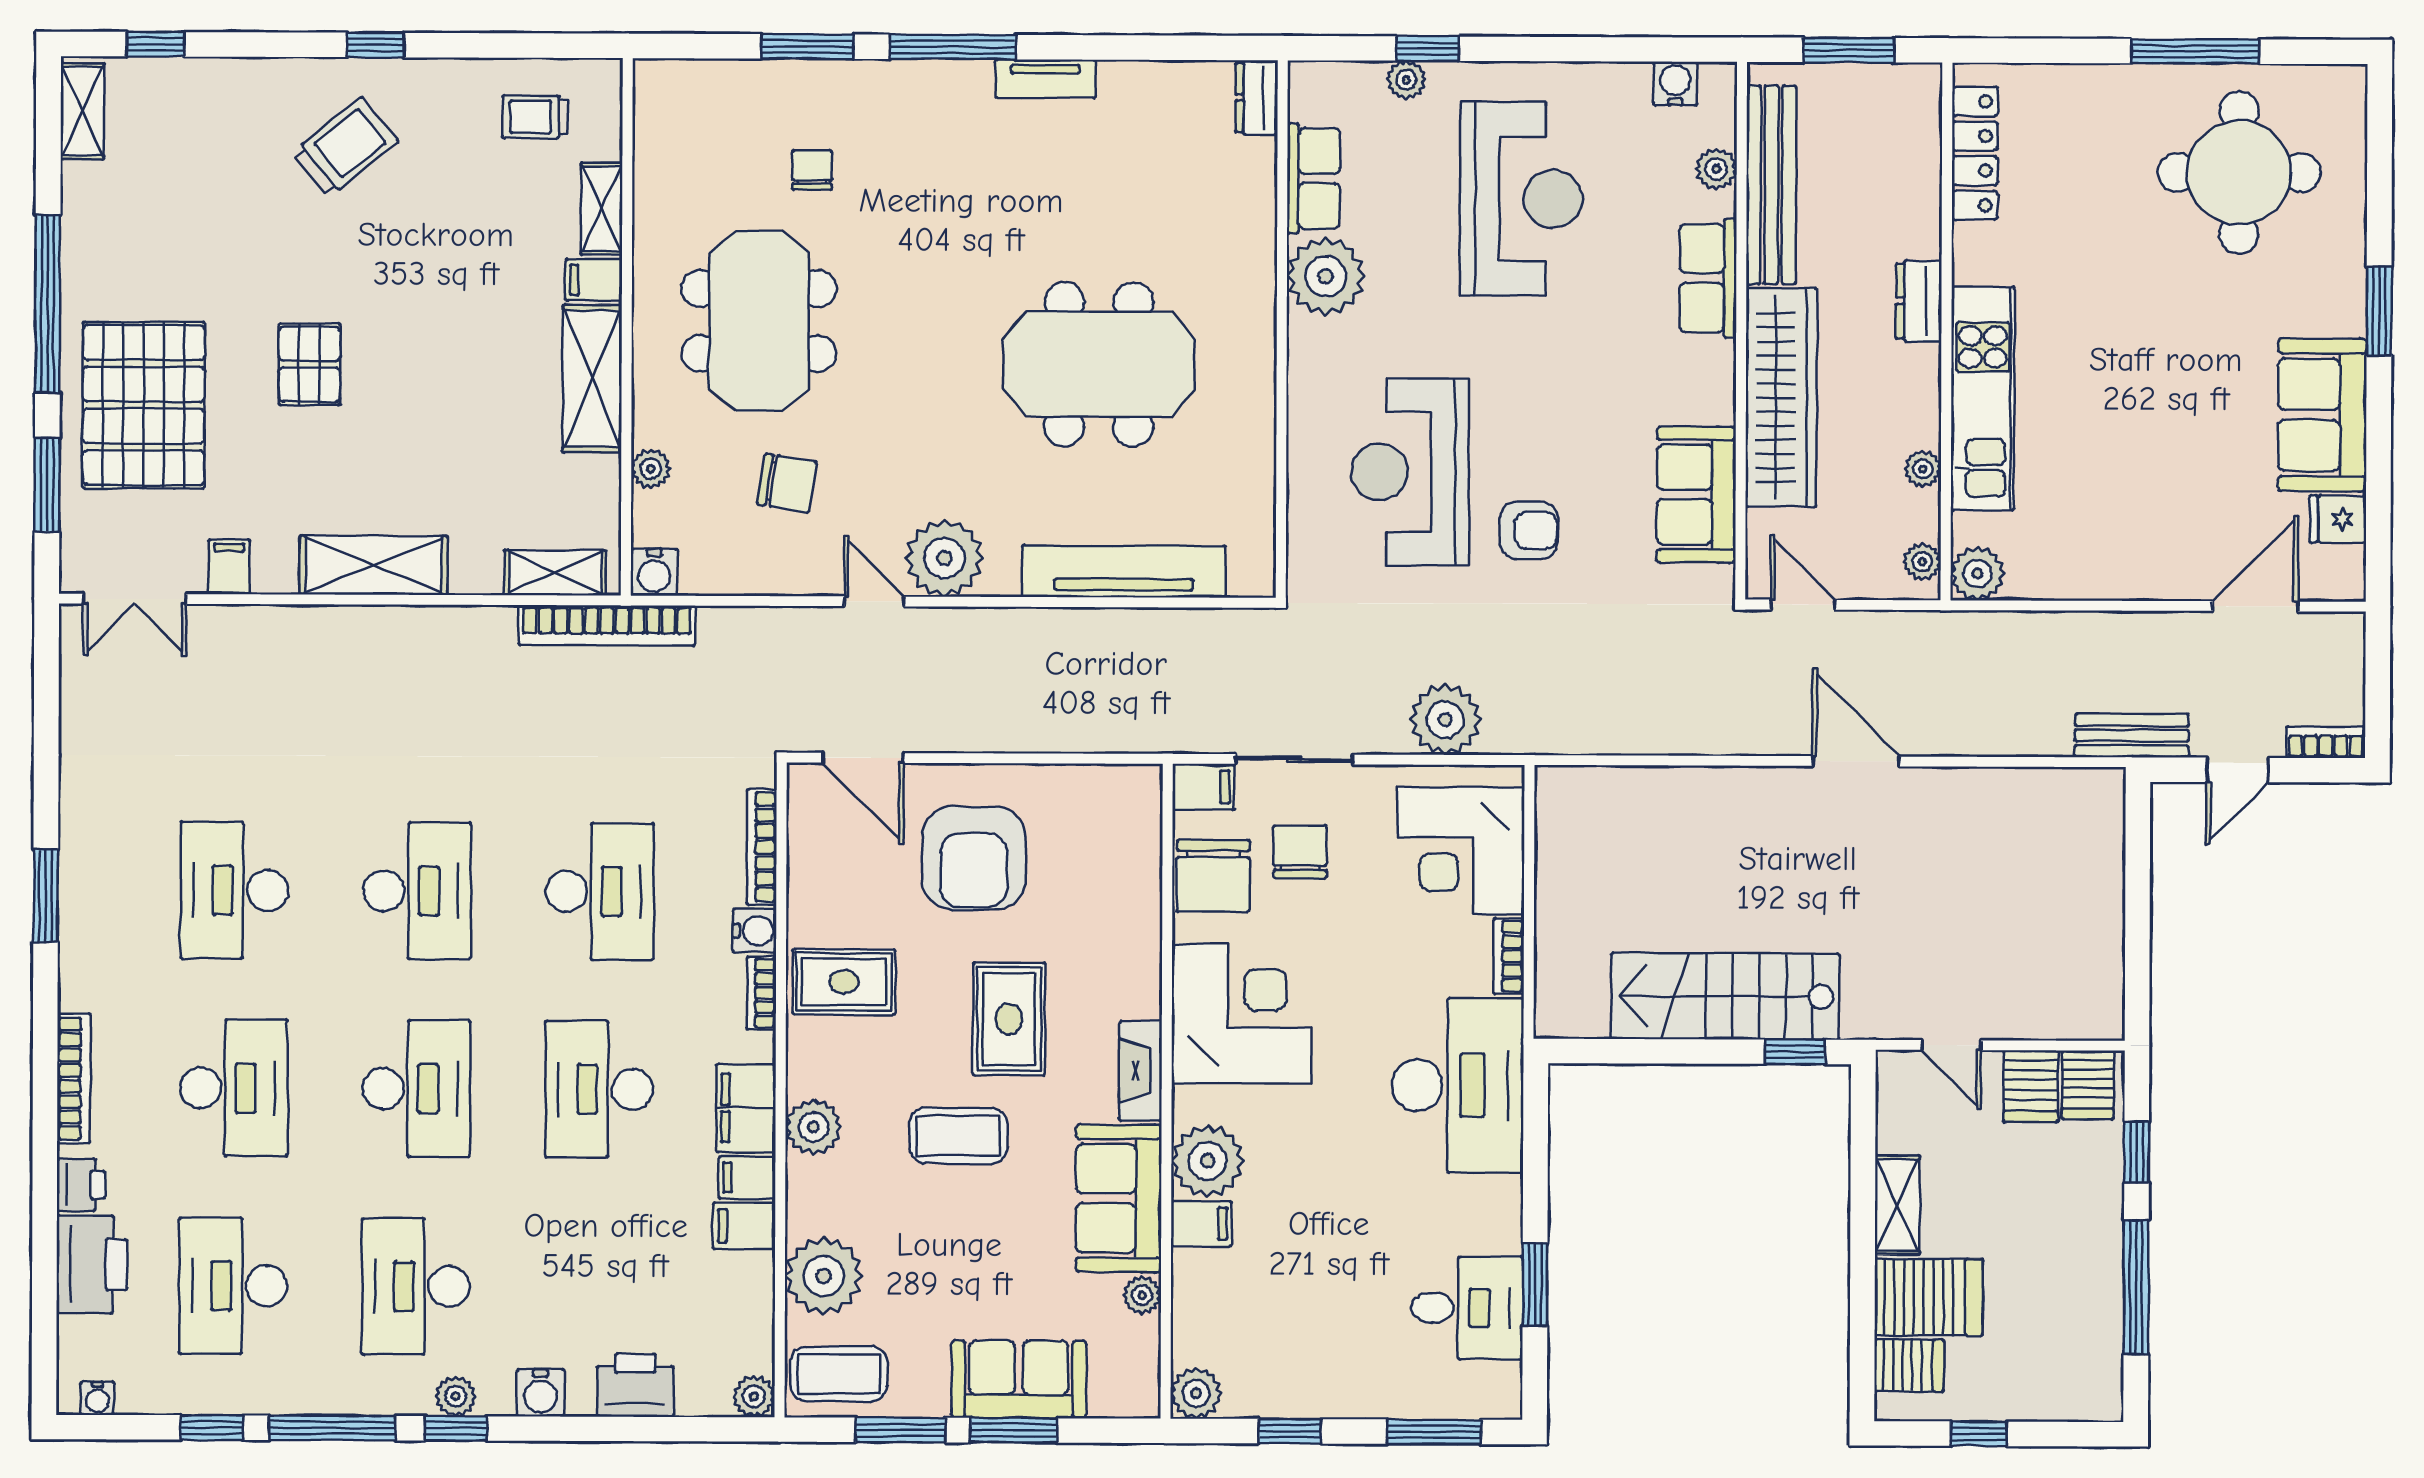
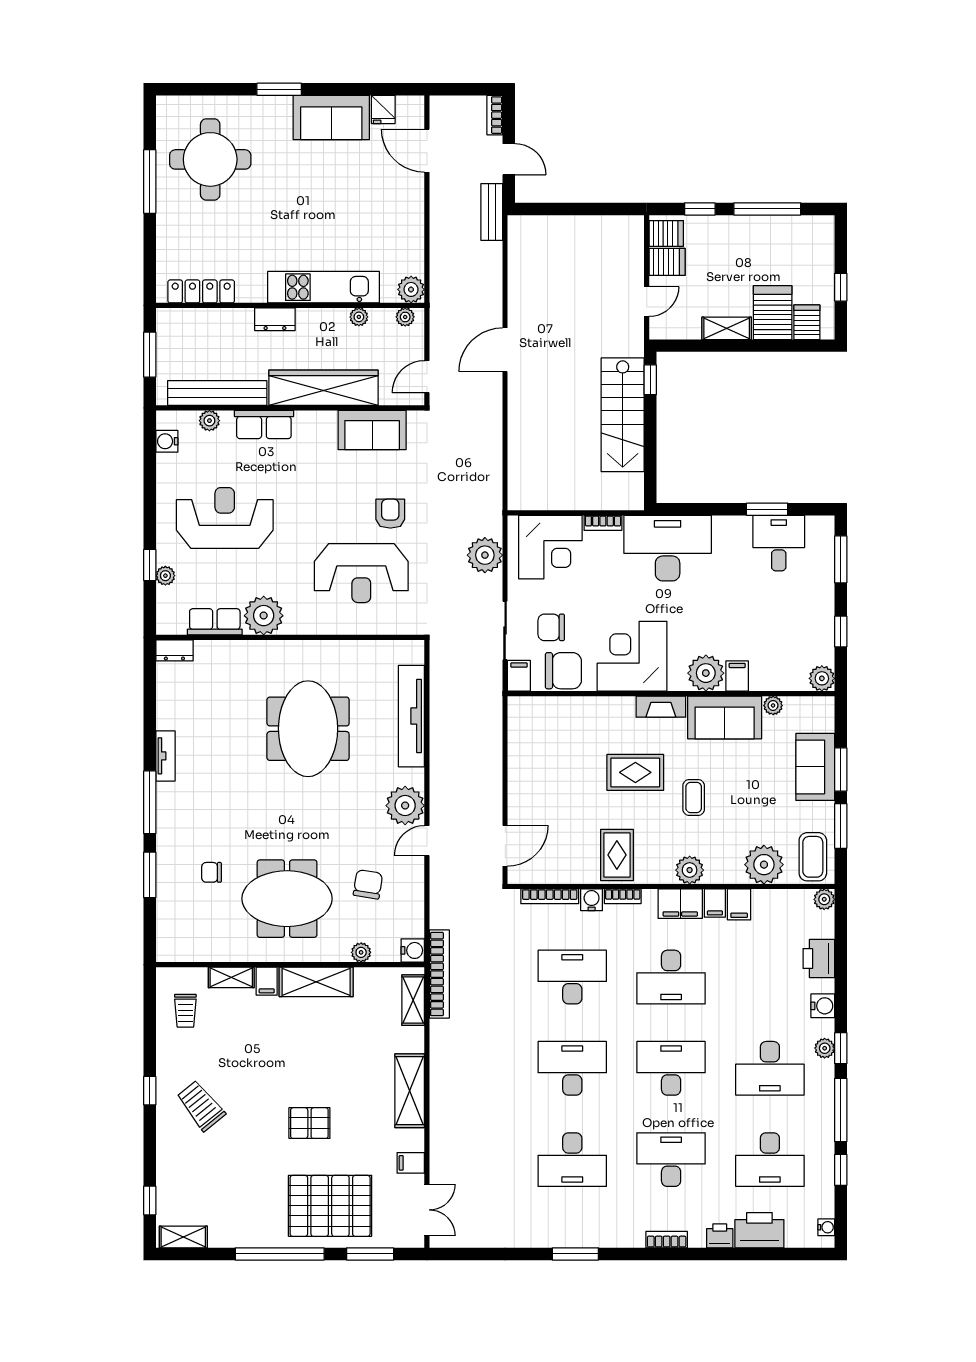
armchair: (974, 858) -> (555, 790), removed
bookcase: (74, 1078) -> (667, 1240), width x0.64
coffee table: (958, 1136) -> (694, 797), width x0.73, depth x0.77

